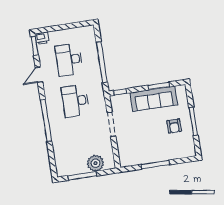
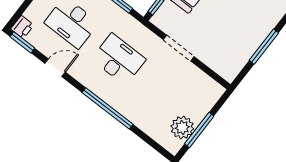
door: (39, 75) -> (55, 68), swing flipped
desk: (75, 101) -> (119, 59), turned 180
plant: (95, 163) -> (182, 128), moved

